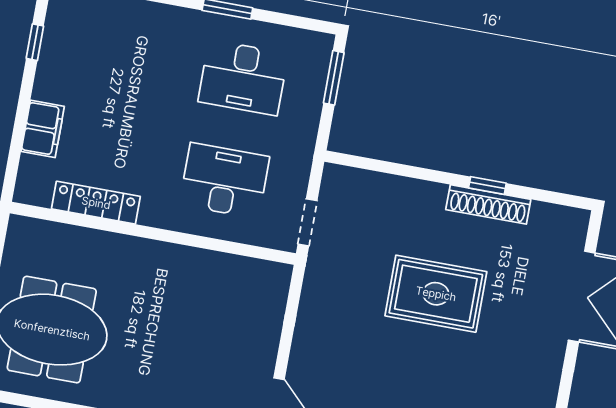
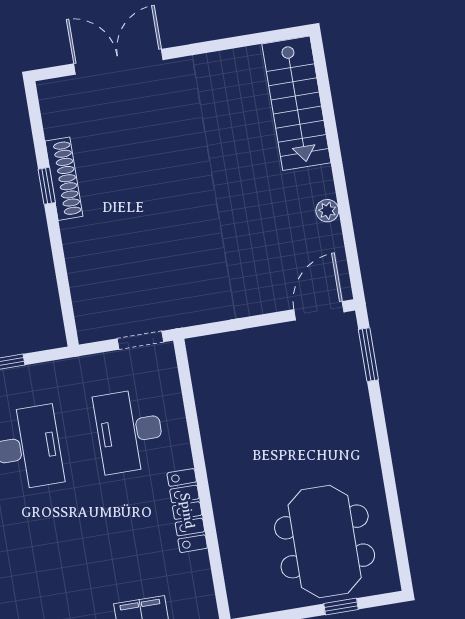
locker: (96, 203) -> (187, 511), moved
rug: (436, 294) -> (164, 198), removed

